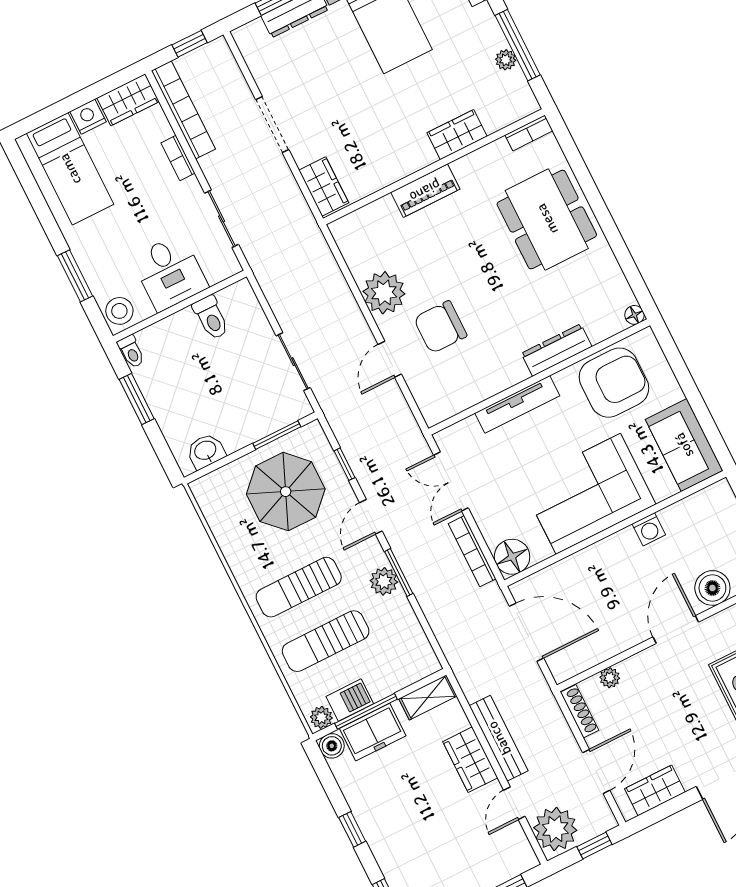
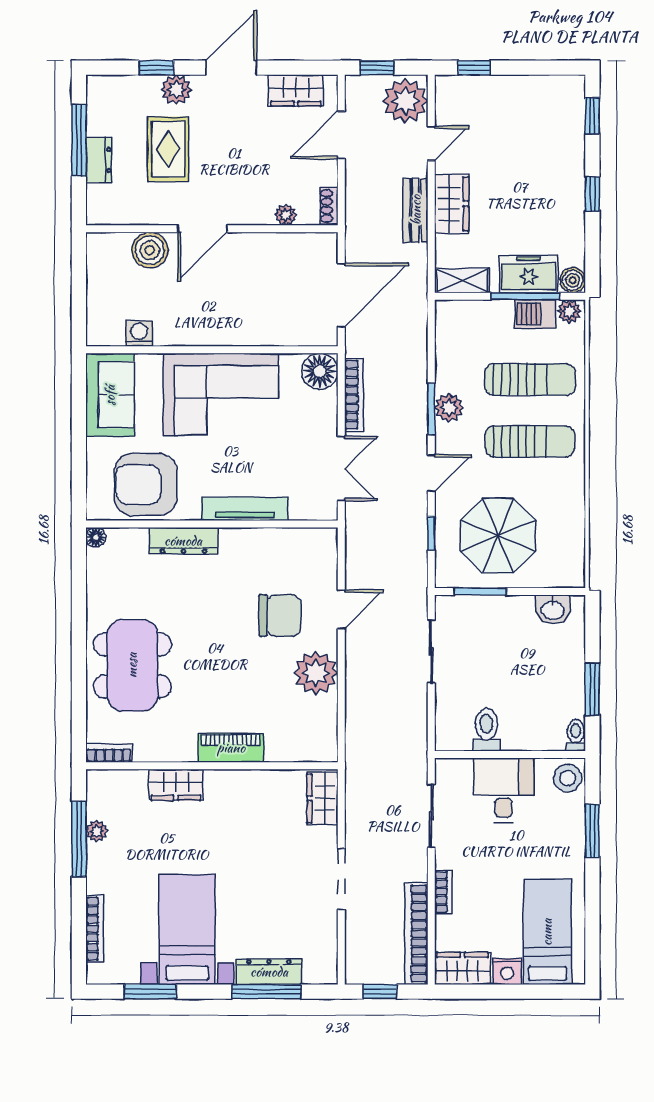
washing machine: (649, 529) -> (139, 333), moved
door: (526, 632) -> (341, 295), swing flipped
shoe rack: (579, 711) -> (329, 206), width x0.70
bench: (499, 738) -> (416, 210), width x0.73

